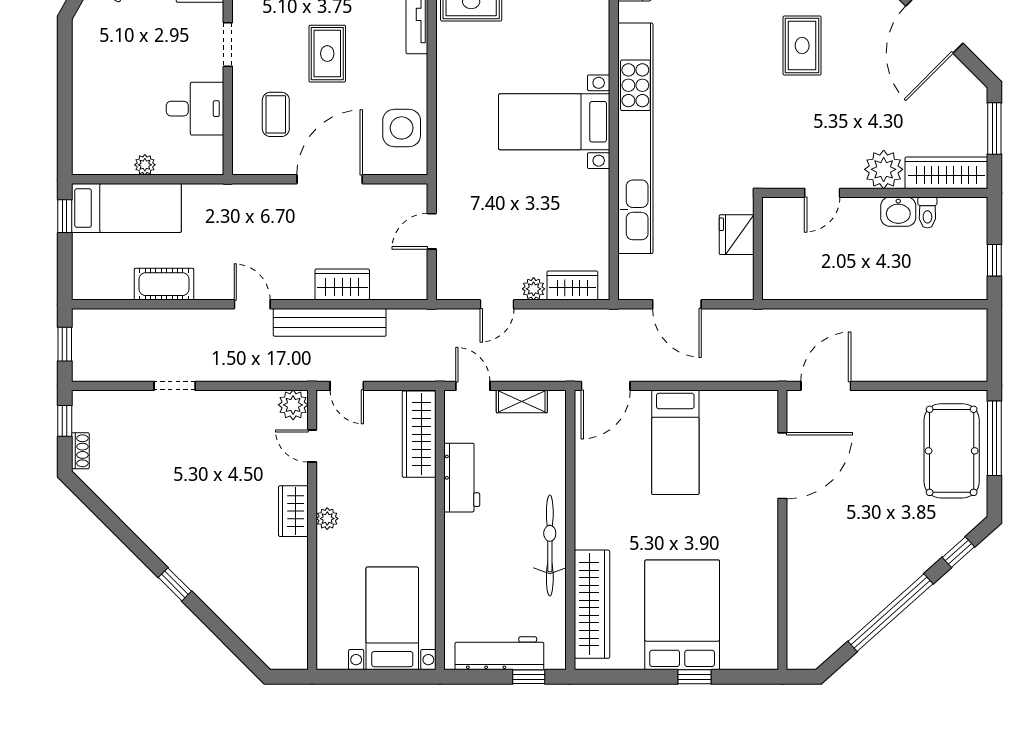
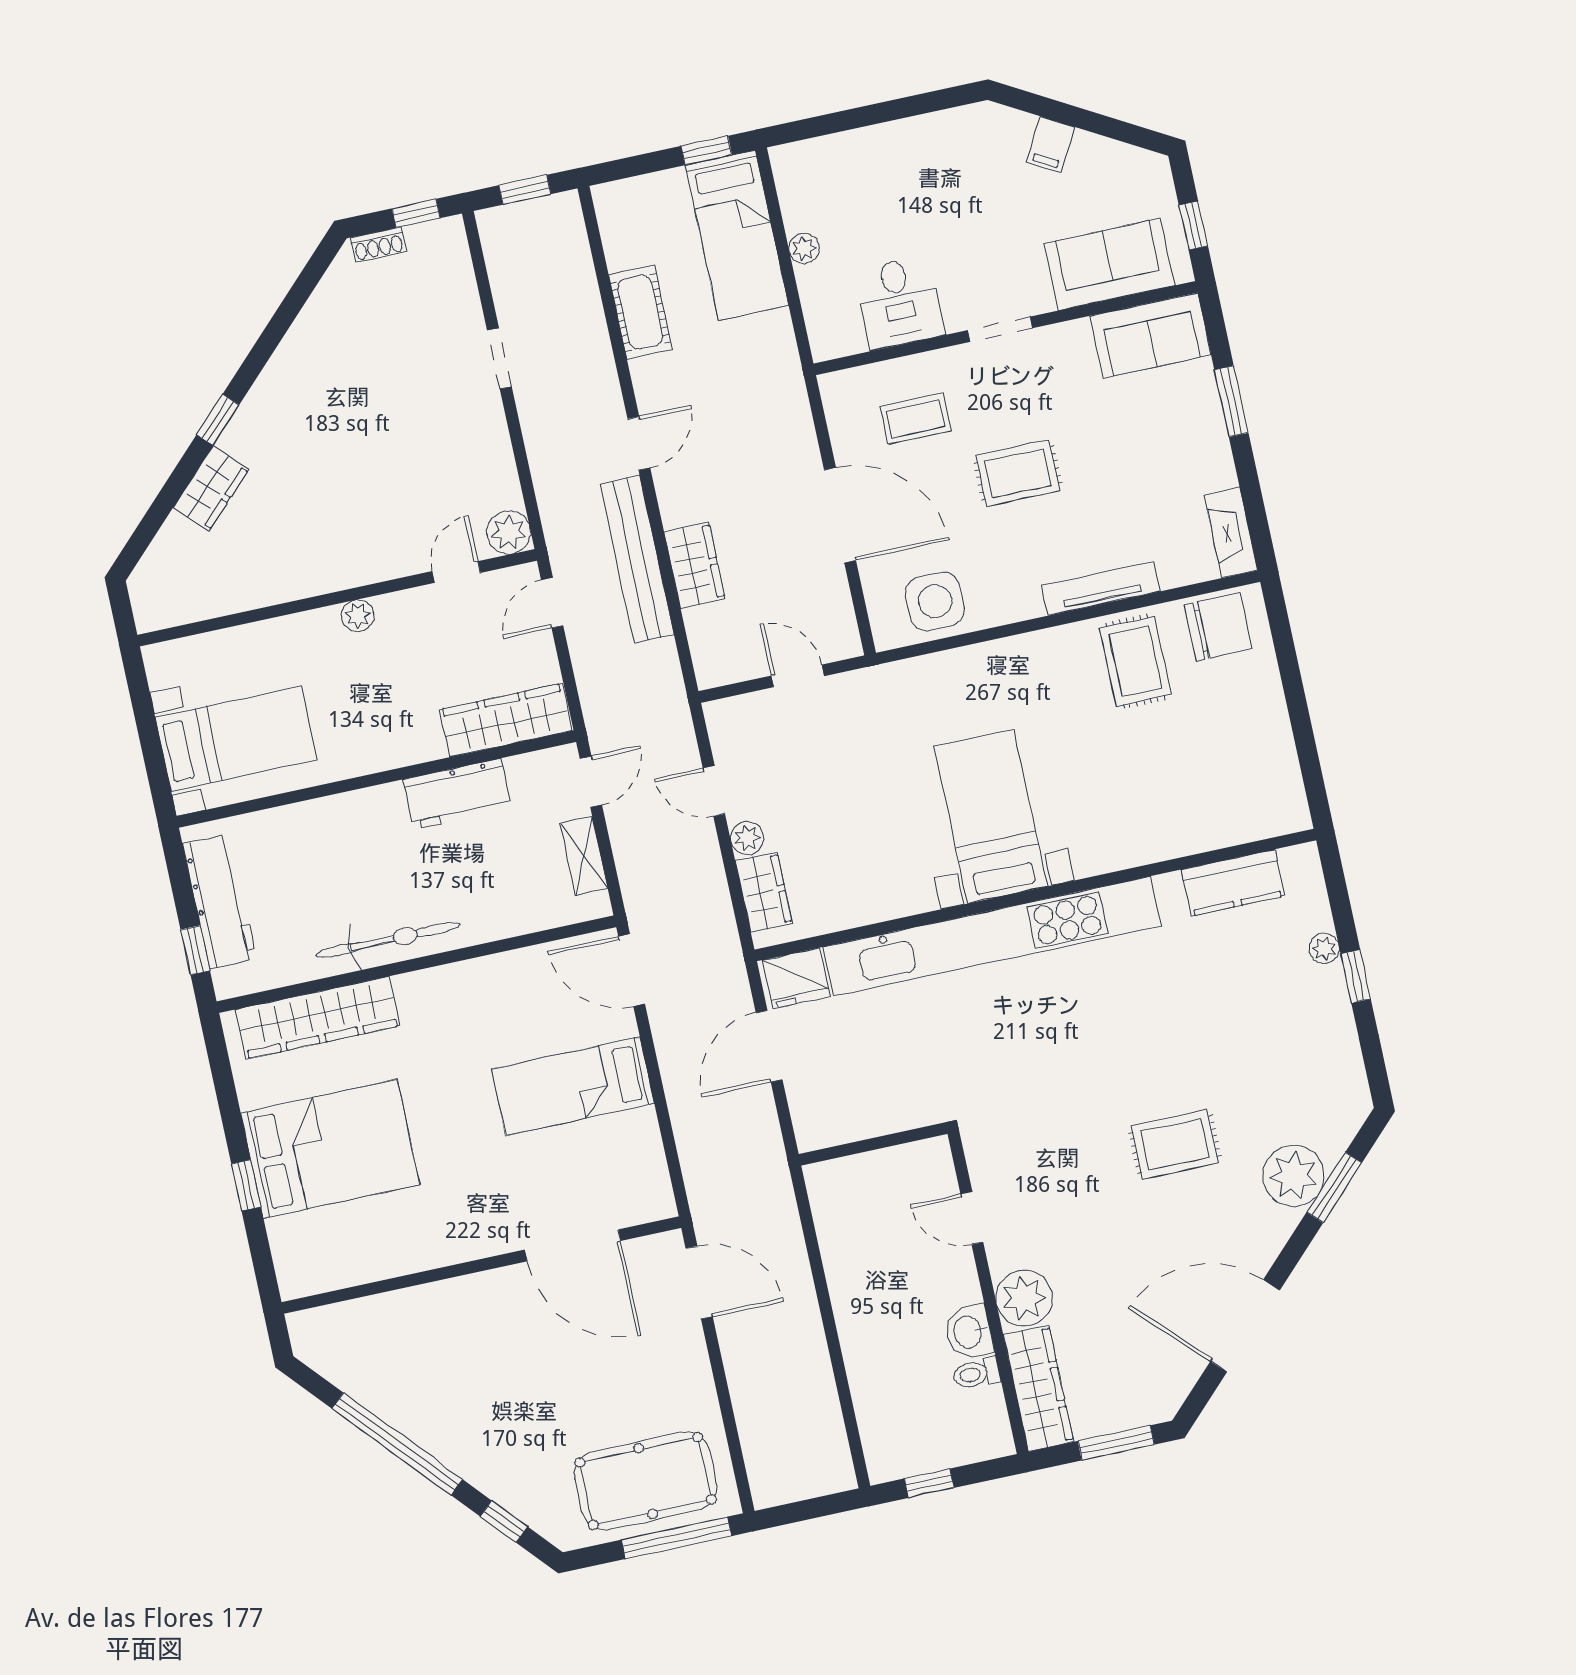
fridge: (737, 235) -> (797, 978), moved, turned 180
wardrobe: (293, 511) -> (211, 488), moved, turned 135

